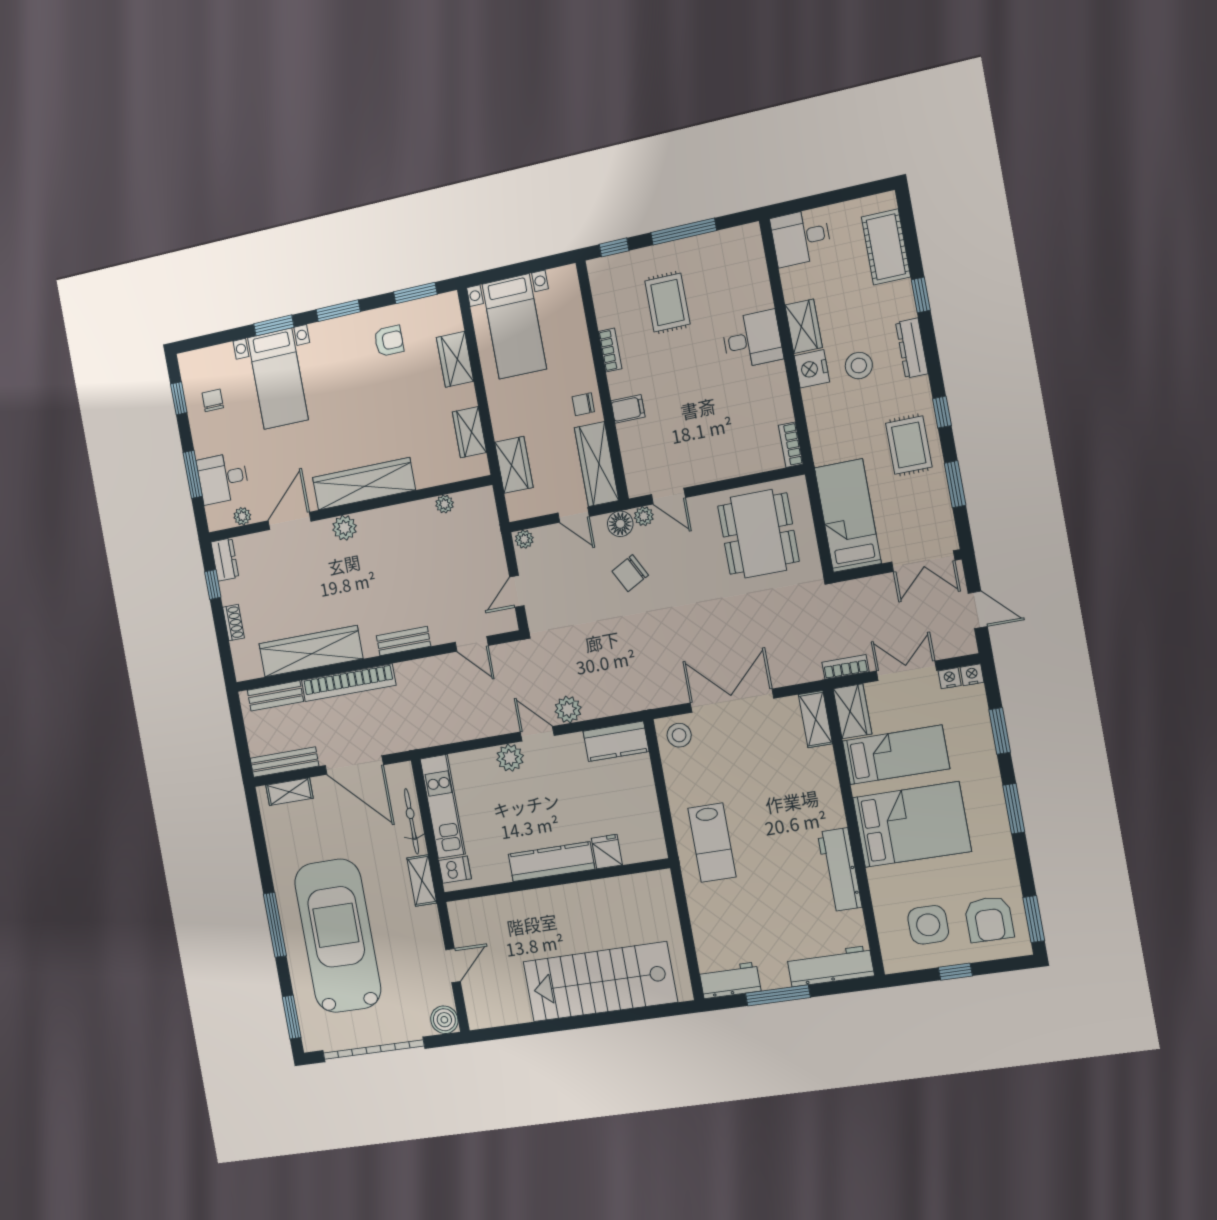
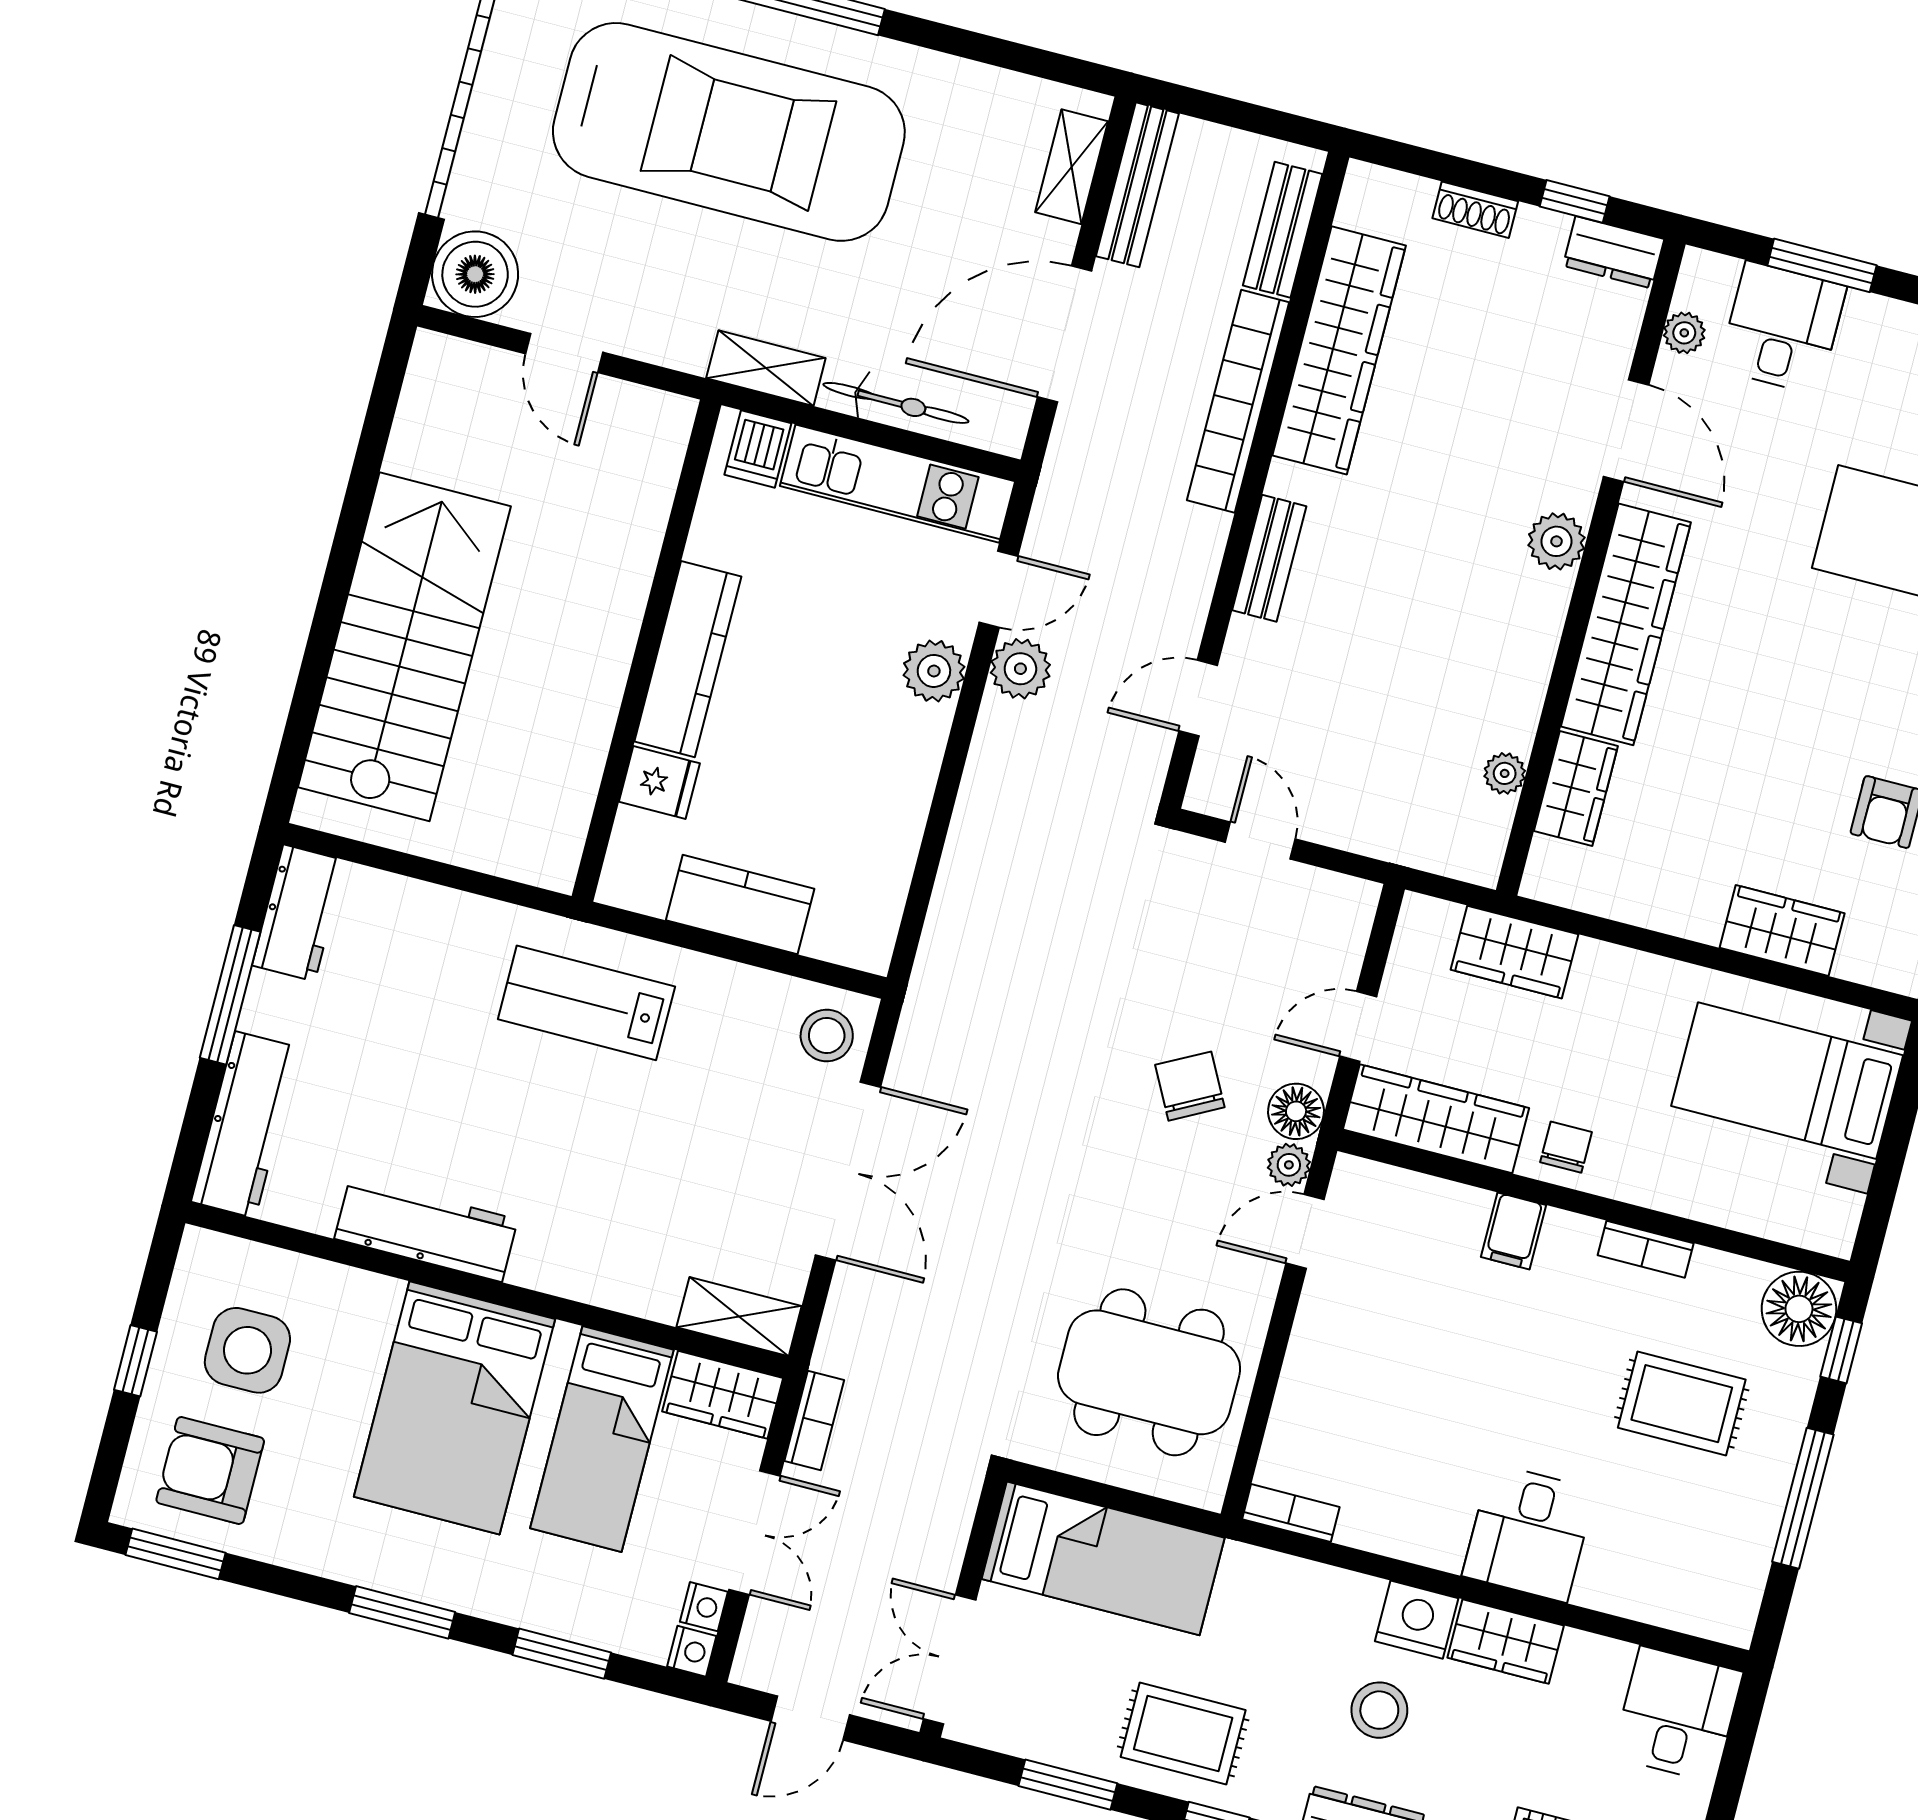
floor lamp: (605, 274) -> (1799, 1309), added
wardrobe: (469, 432) -> (1576, 789), moved, turned 90
plant: (524, 539) -> (1357, 904), removed
plant: (568, 710) -> (1020, 669), moved
door: (537, 734) -> (999, 589), moved
kitchen counter: (616, 741) -> (740, 905), moved, turned 90
boiler: (444, 1020) -> (475, 274), width x1.37, depth x1.37

